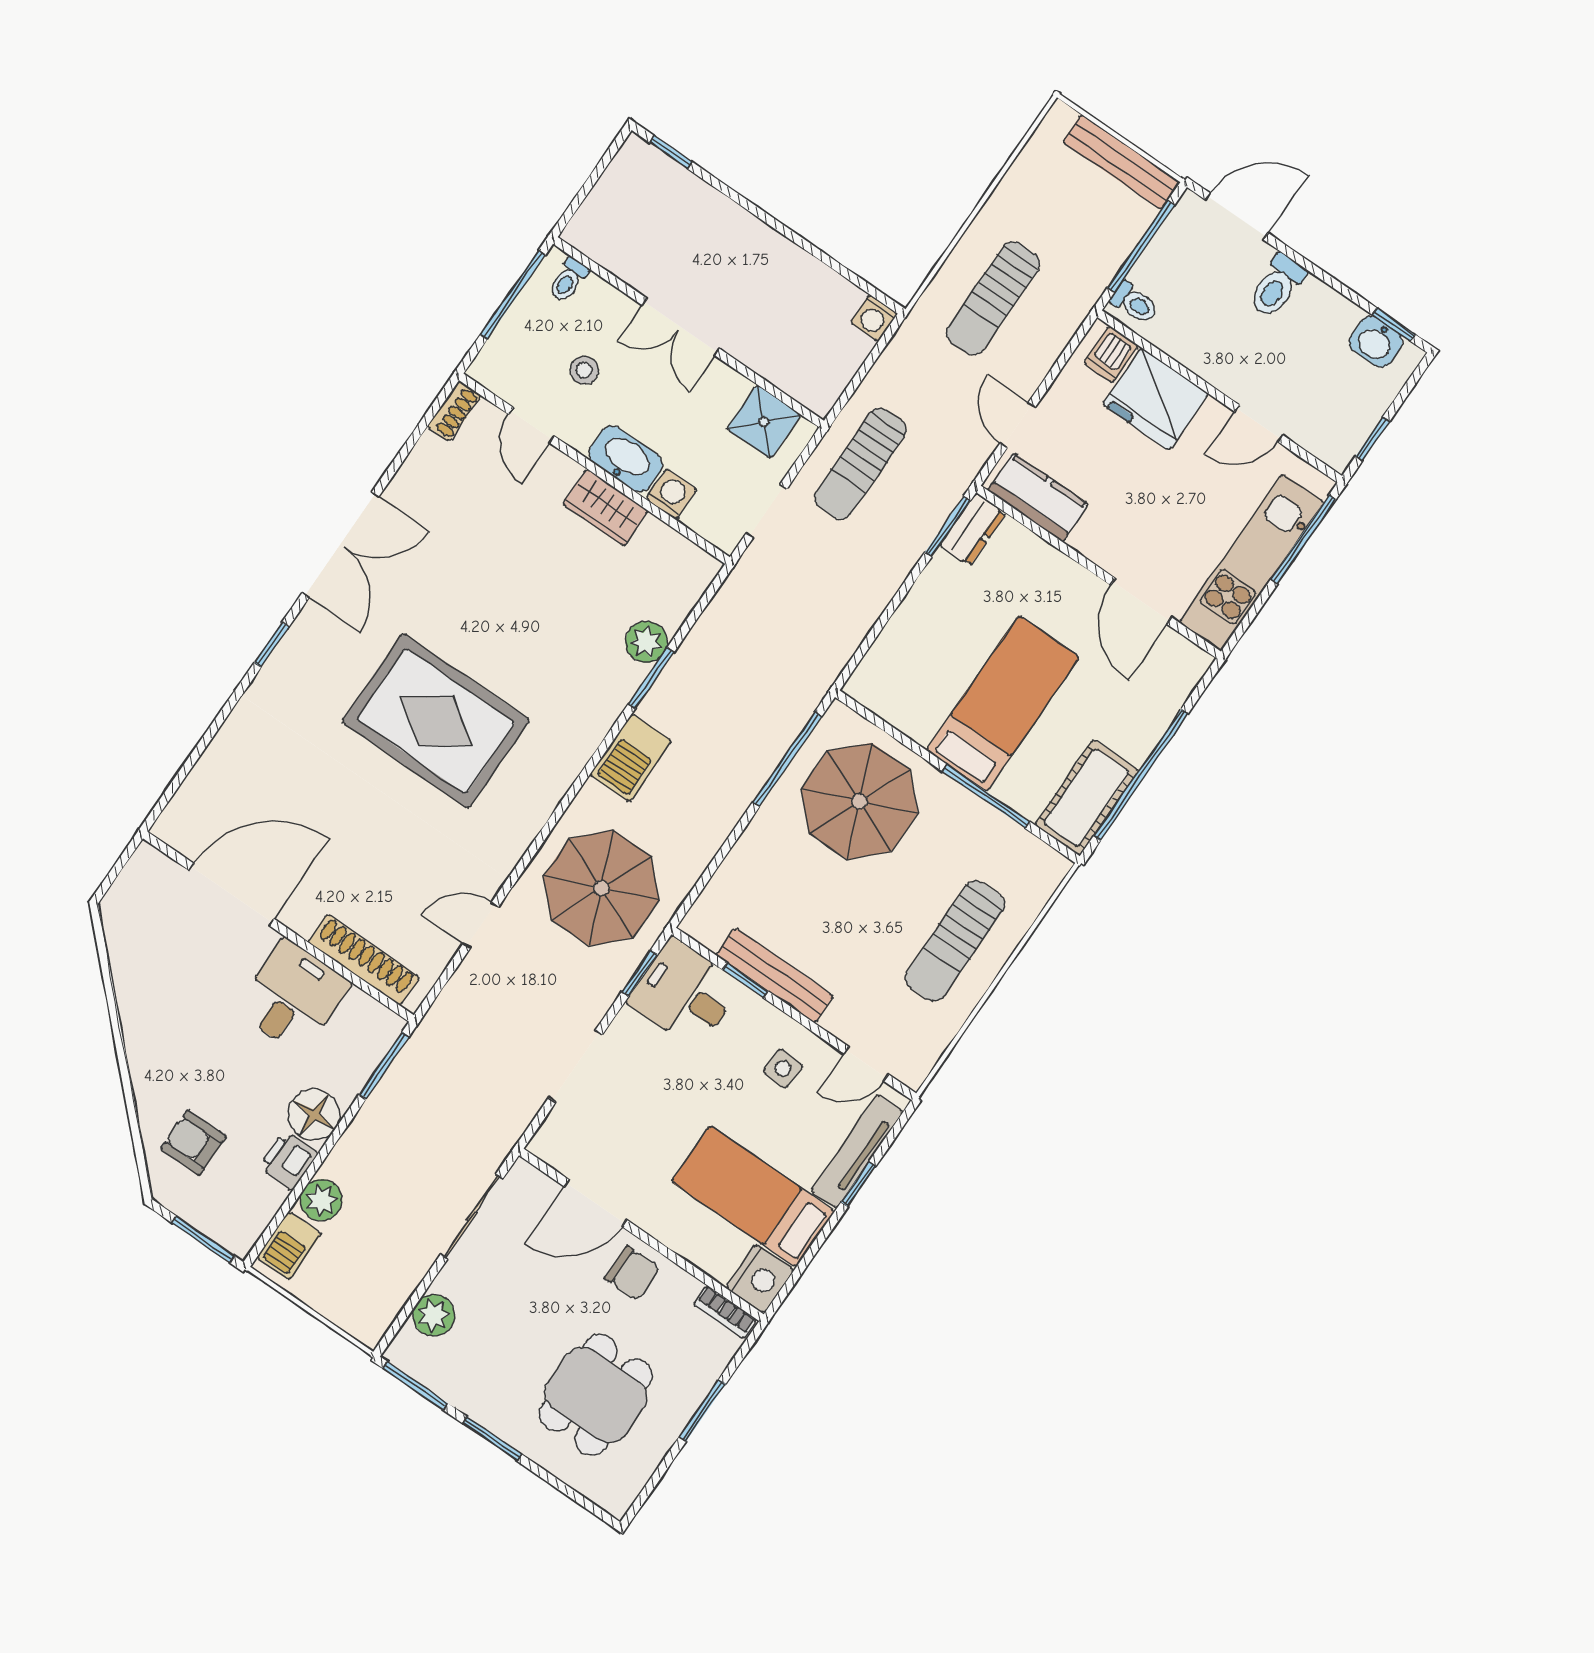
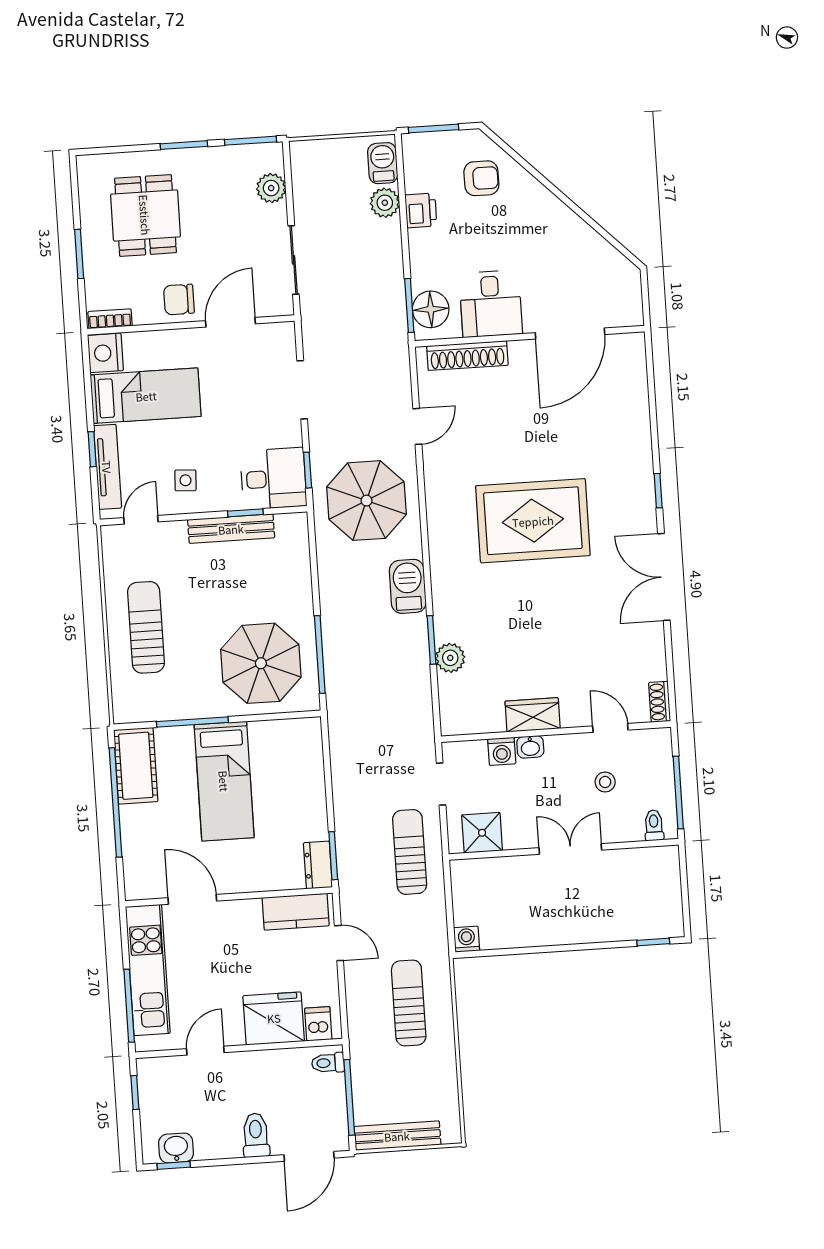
washbasin: (626, 459) -> (530, 747), width x0.52, depth x0.69
floor lamp: (314, 1115) -> (431, 309), moved

